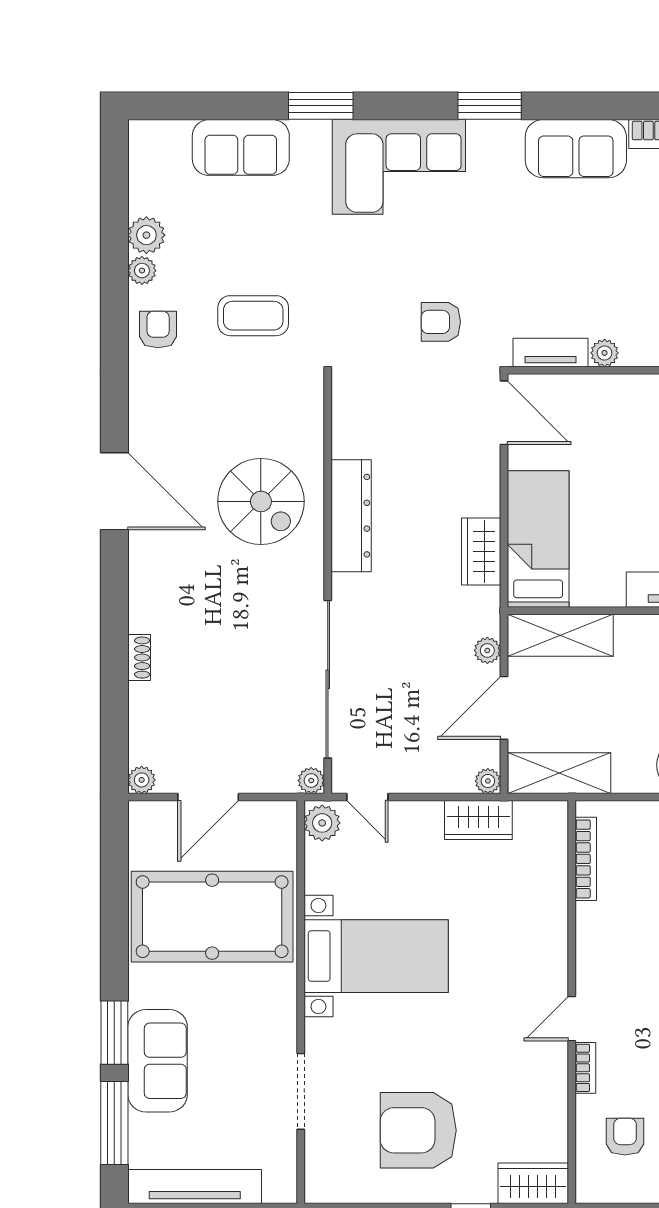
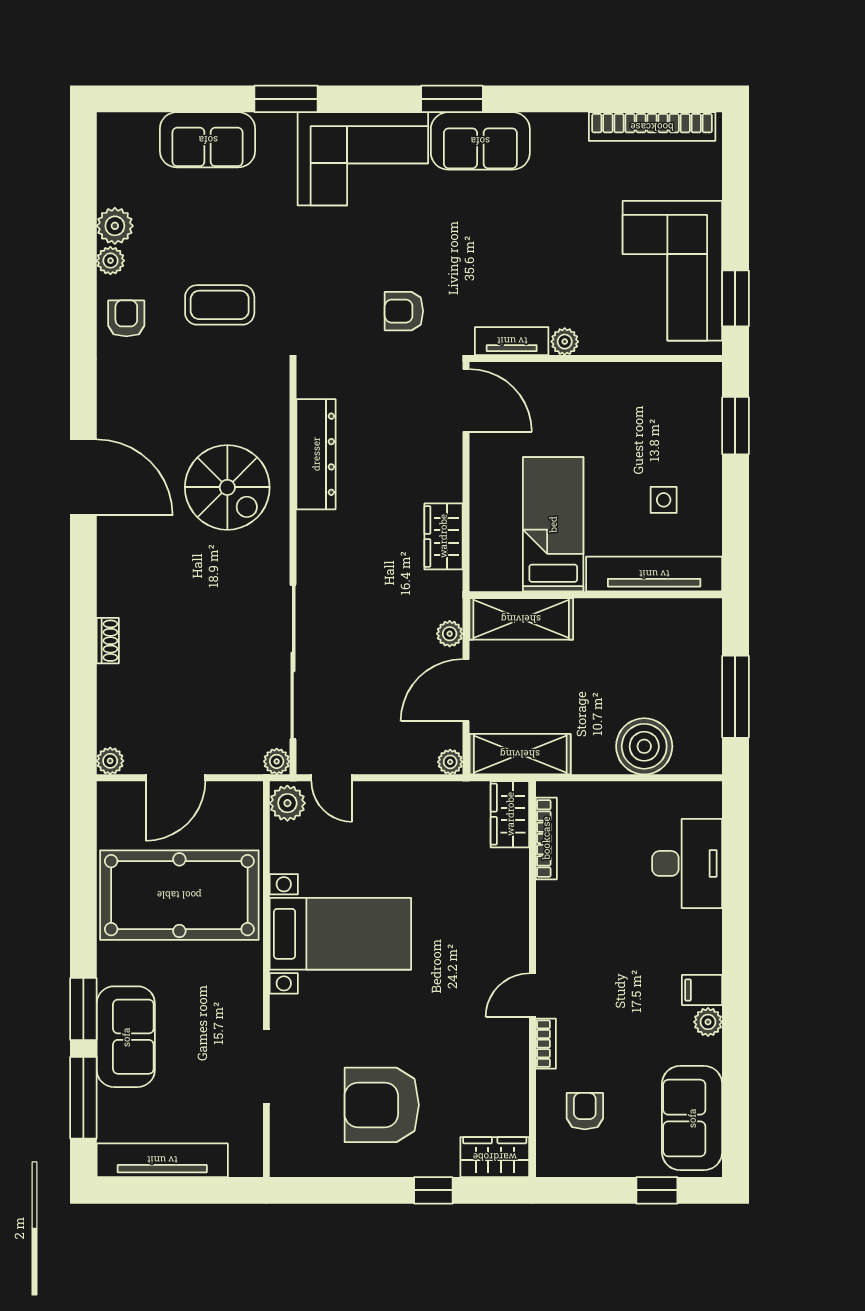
sofa: (576, 149) -> (480, 141), moved
dresser: (351, 516) -> (316, 454), moved
bed: (538, 539) -> (553, 524), moved
wardrobe: (478, 820) -> (510, 814), moved, turned 90

